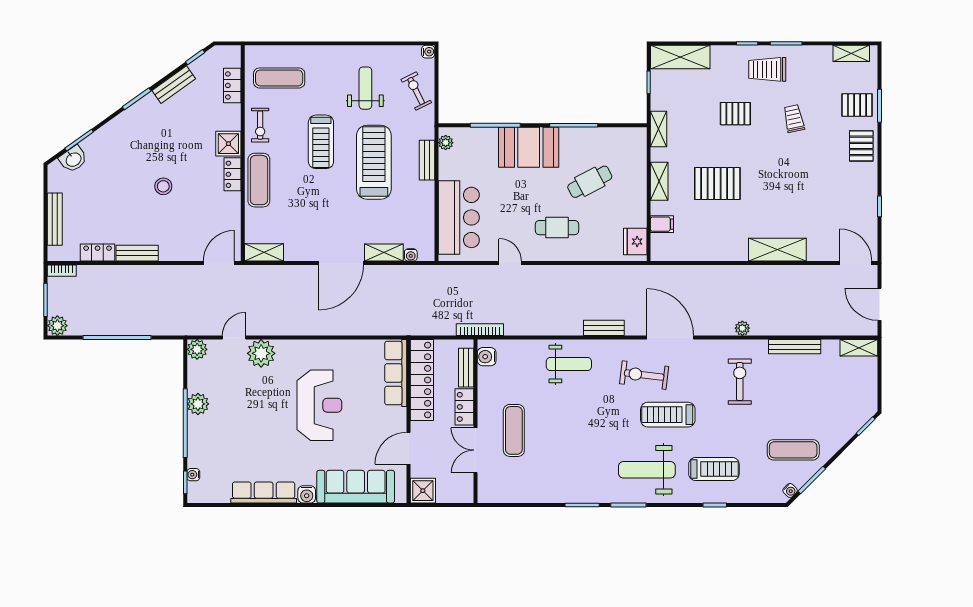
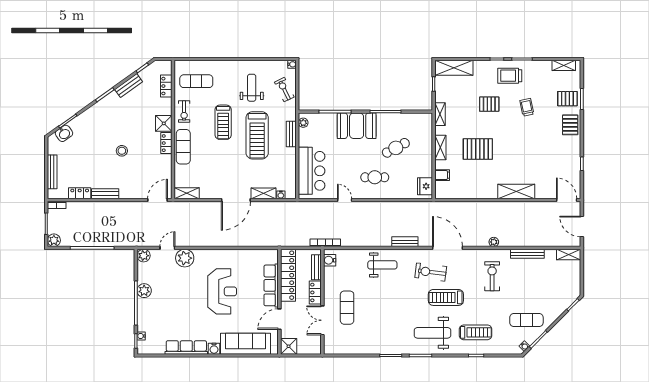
treadmill: (374, 162) -> (257, 135), turned 180
row of seats: (396, 373) -> (271, 285), moved

